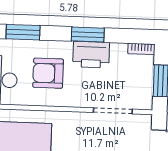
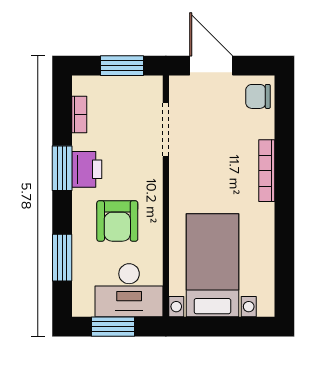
bookcase: (141, 49) -> (79, 115), moved
printer: (91, 55) -> (87, 169), width x0.73, depth x0.84

